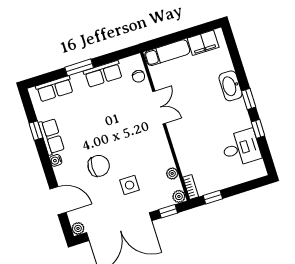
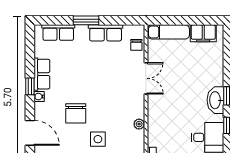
washbasin: (230, 86) -> (215, 100), moved
window: (36, 131) -> (30, 86), moved
chair: (99, 166) -> (76, 113), turned 90
plant: (172, 173) -> (139, 124), moved

